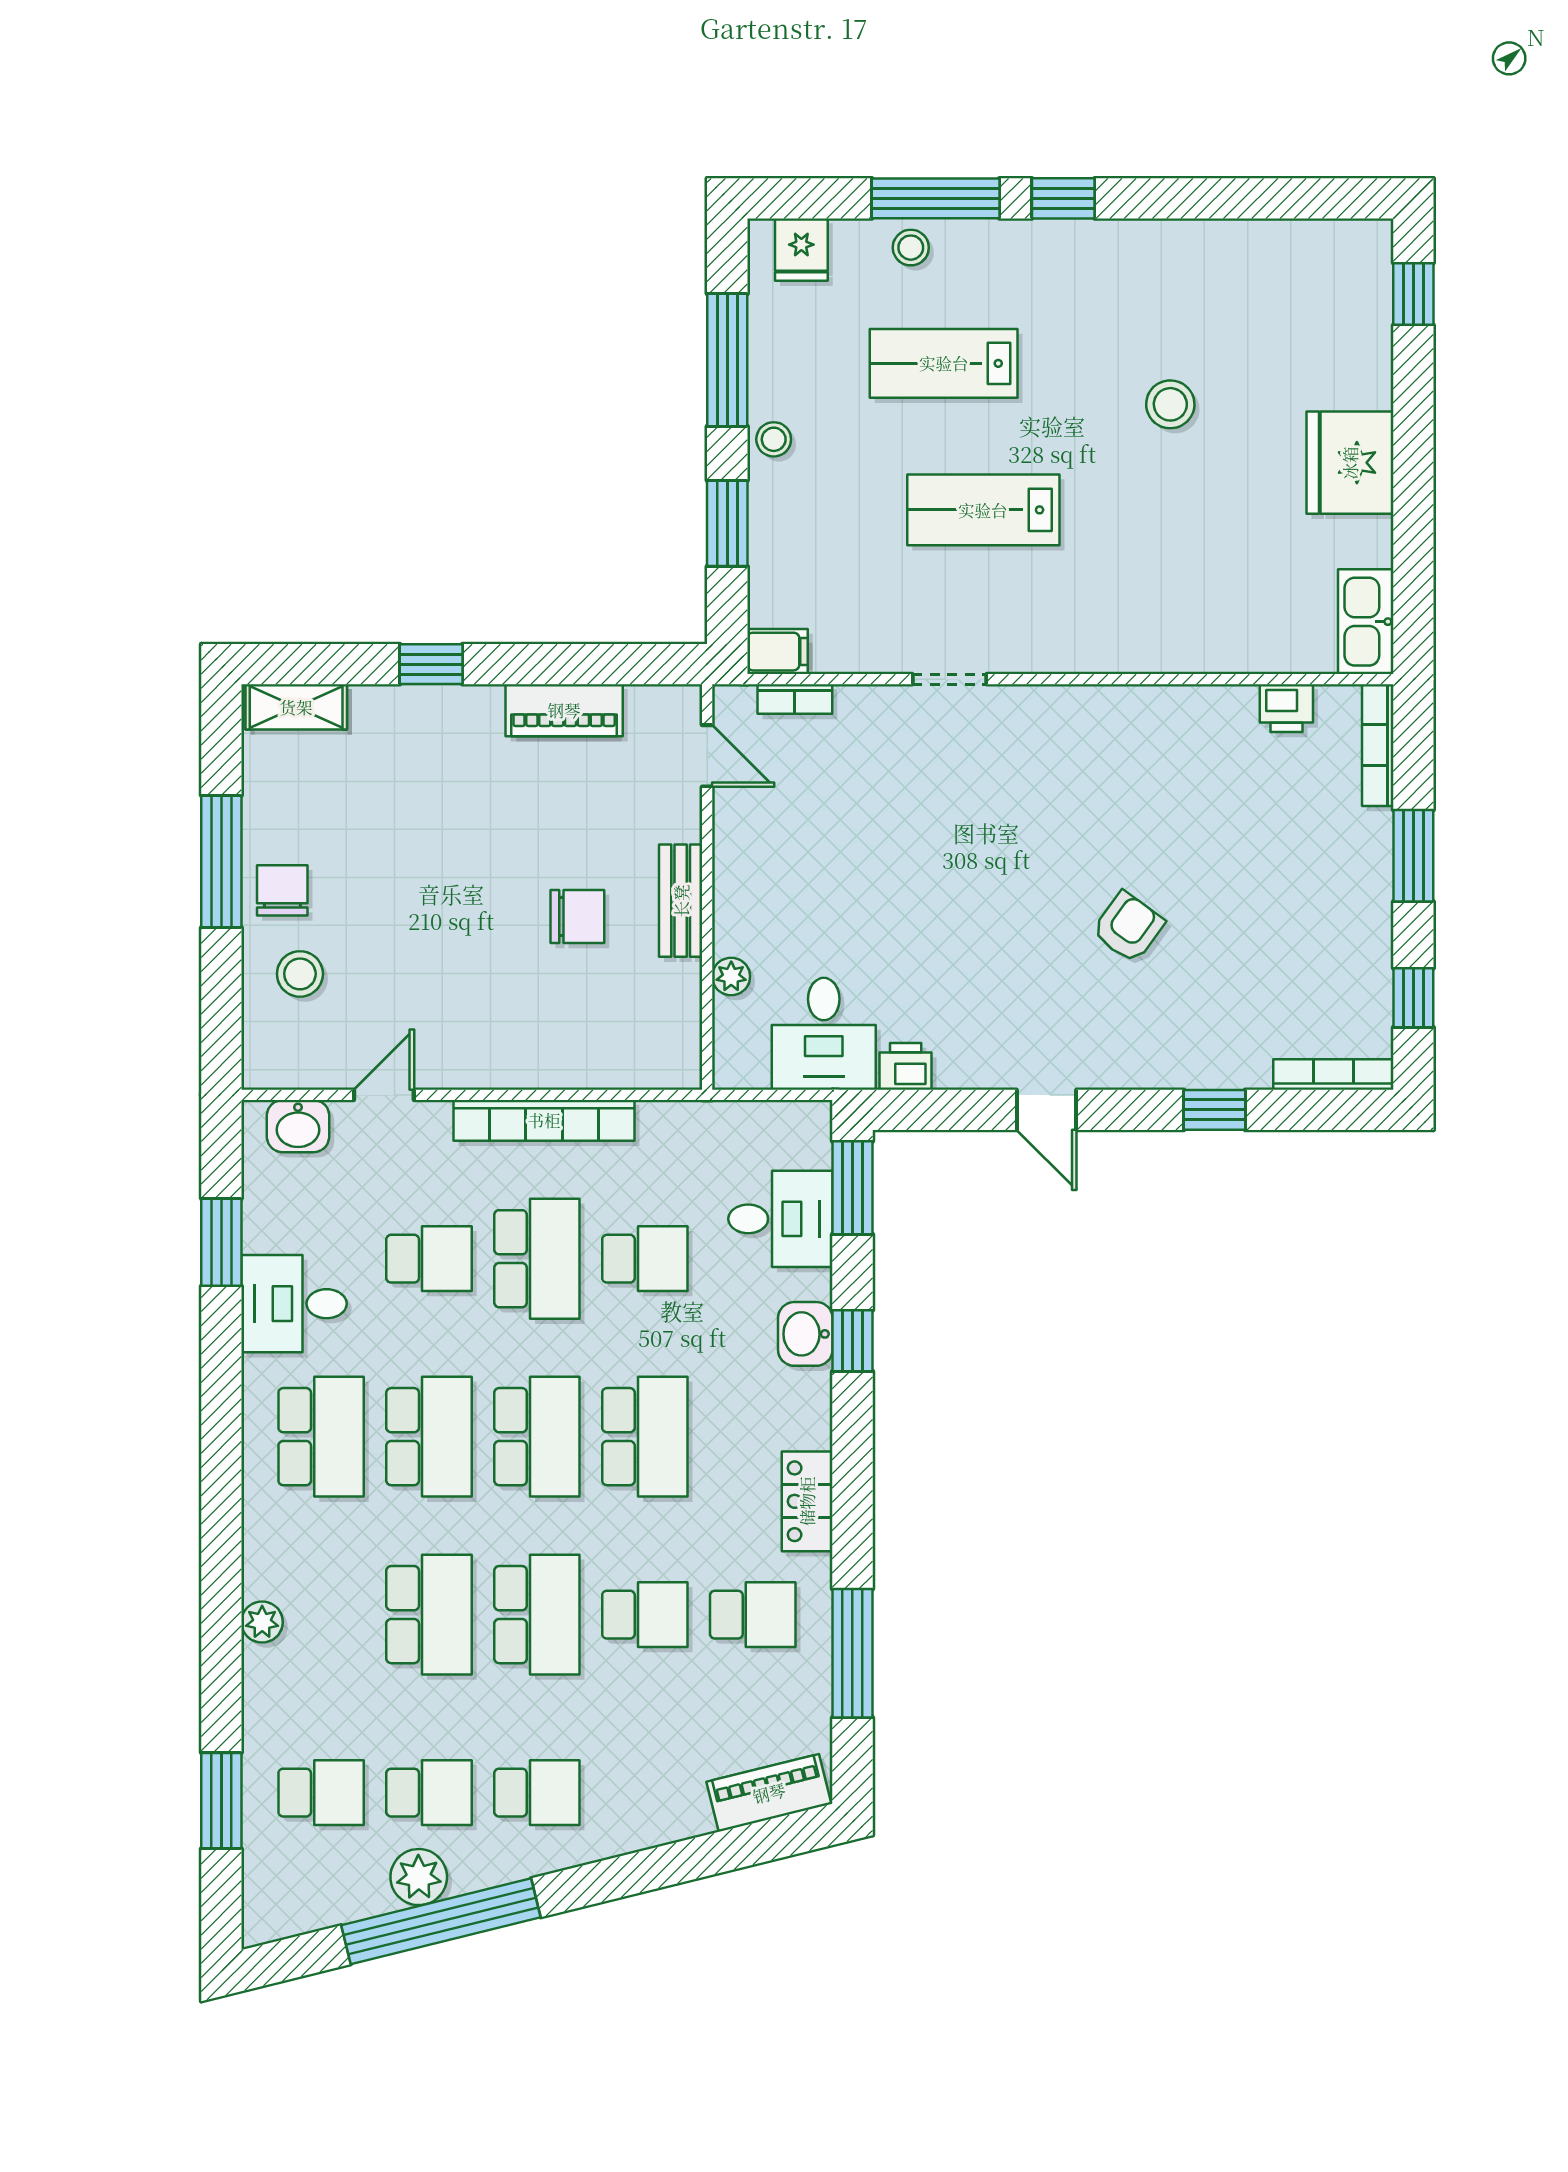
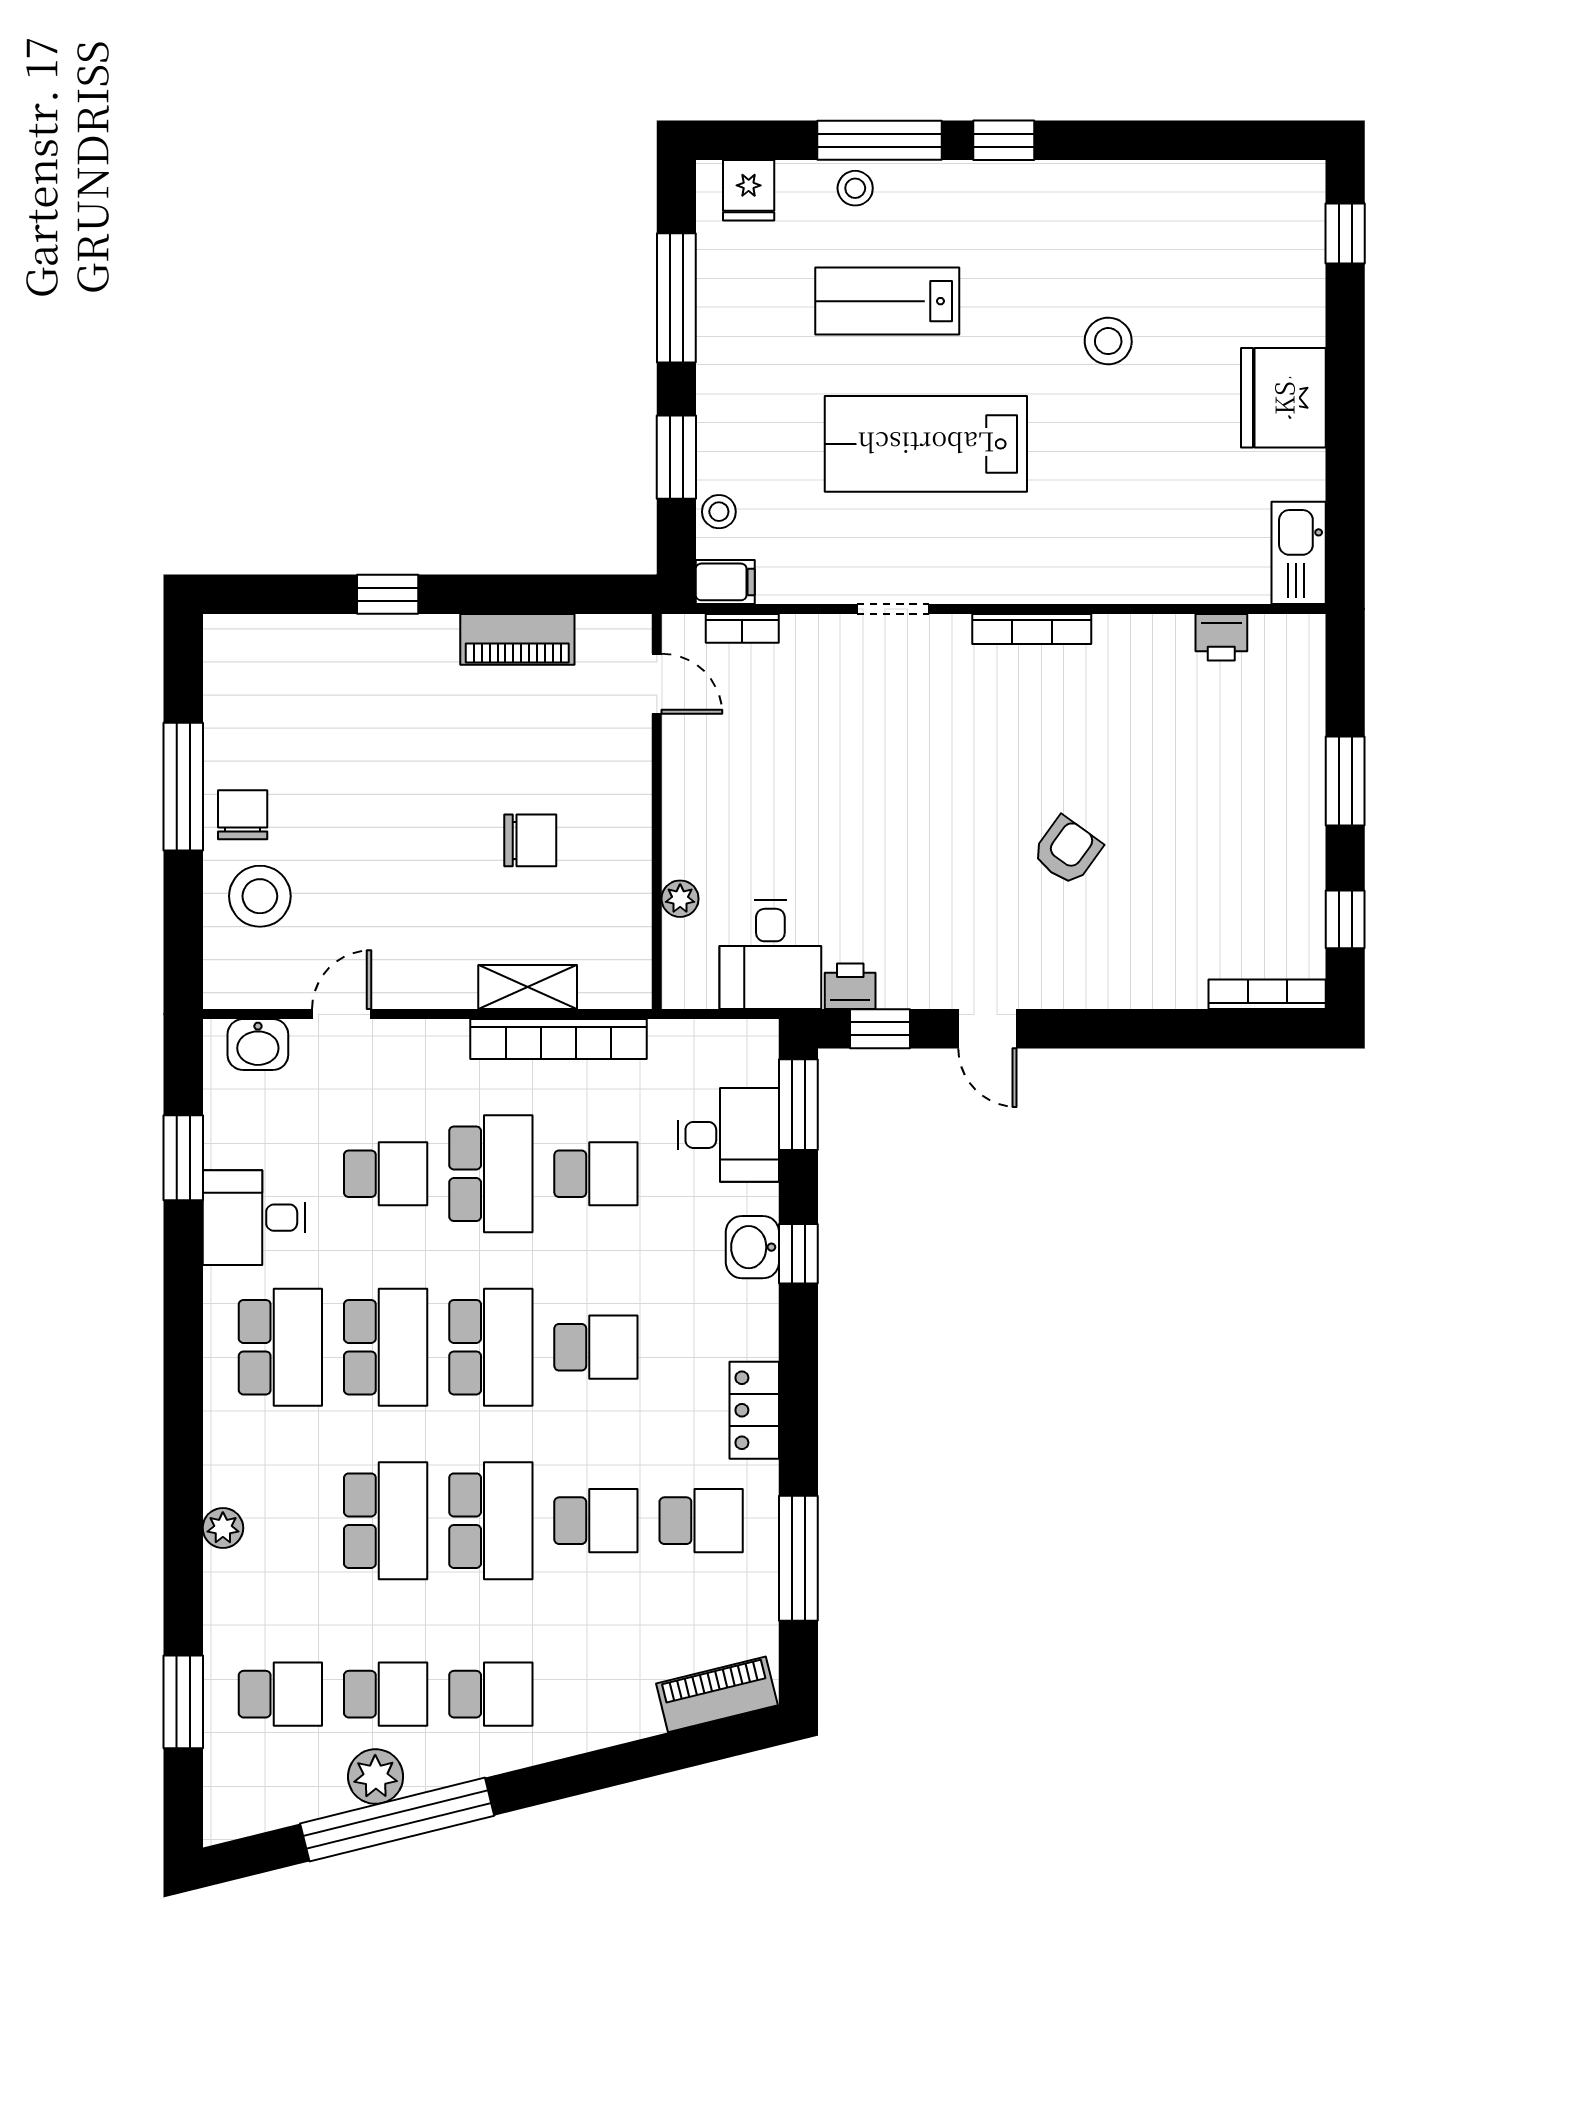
stool: (774, 439) -> (719, 512), moved
lab bench: (983, 510) -> (926, 444), width x1.36, depth x1.39
shelving: (296, 707) -> (528, 987), moved
bookcase: (1378, 745) -> (1032, 629), moved, turned -90
bench: (681, 901) -> (631, 825), removed
stool: (300, 974) -> (260, 896), width x1.38, depth x1.38
window: (1215, 1110) -> (880, 1029), moved
bookcase: (544, 1120) -> (559, 1039), moved
school desk: (645, 1437) -> (596, 1347), width x0.54

